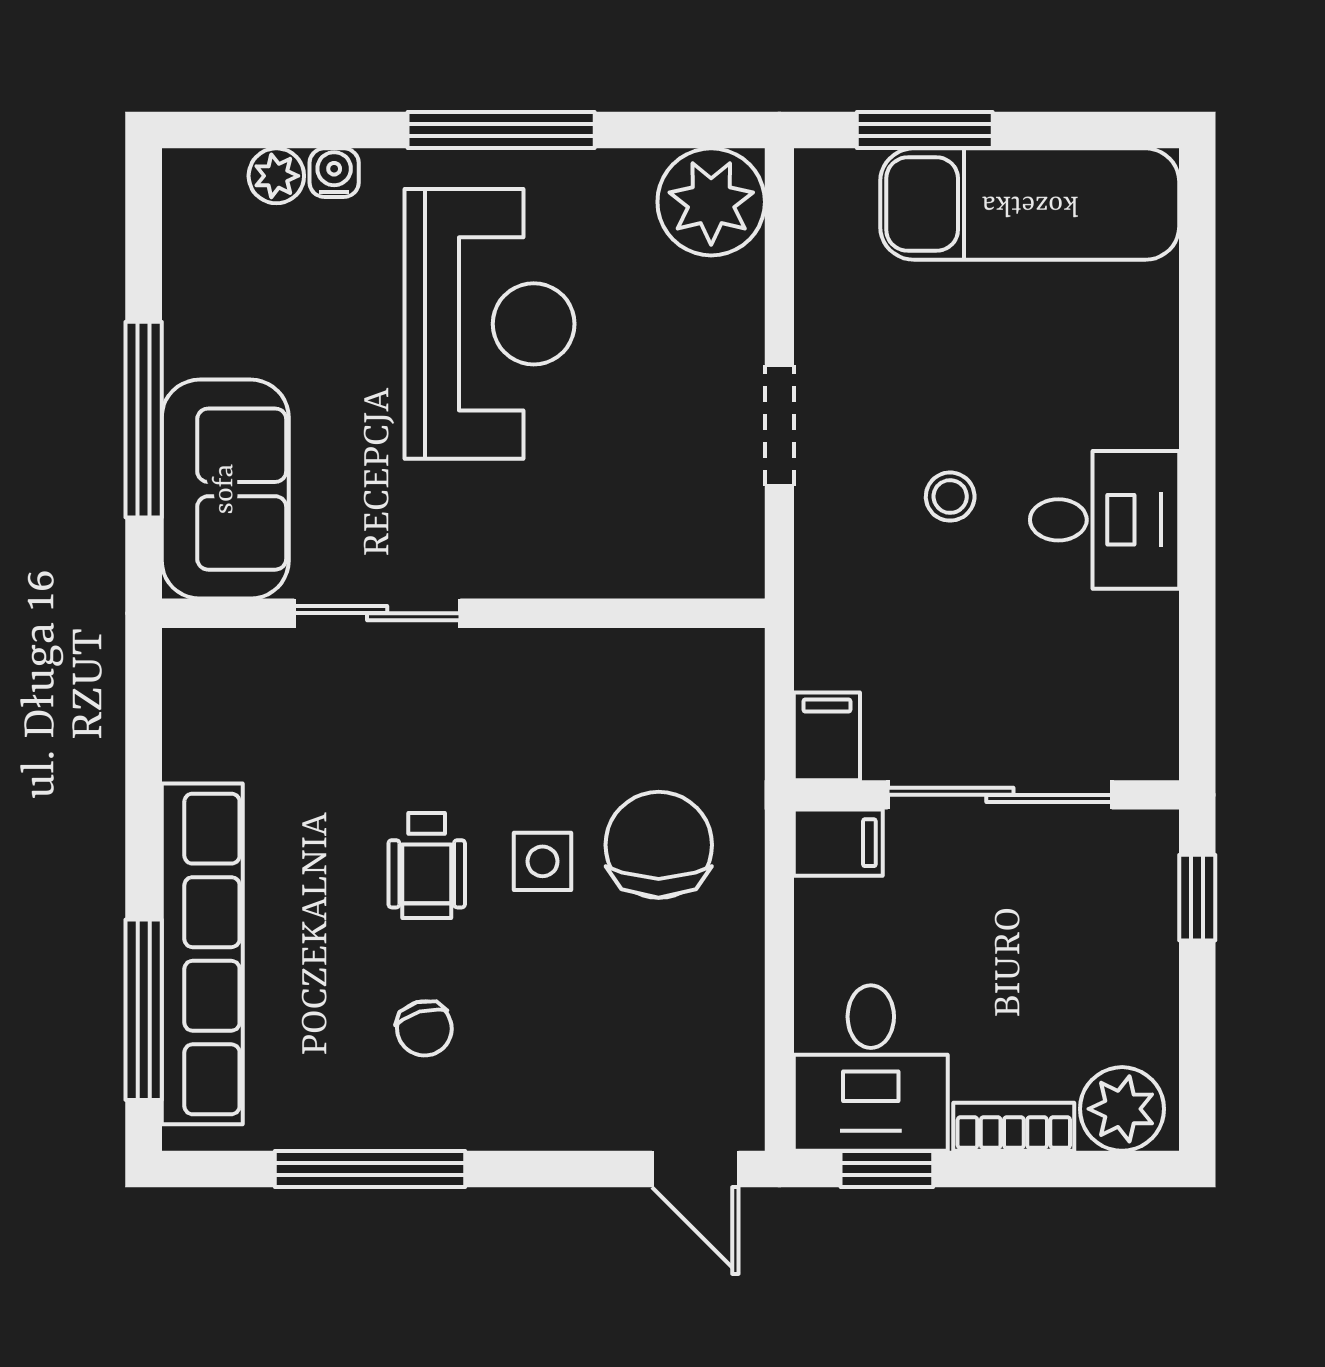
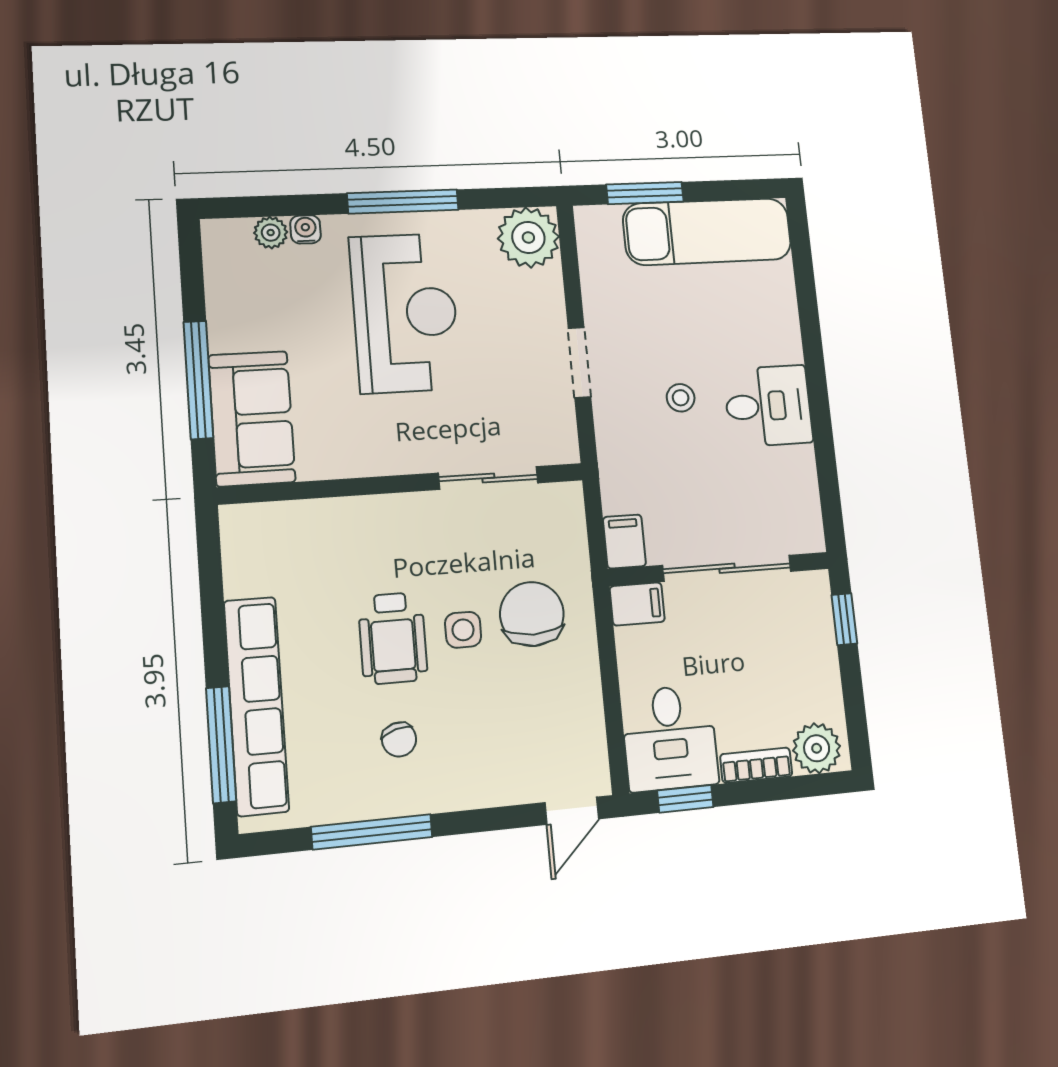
sliding door: (377, 613) -> (488, 478), moved
wheelchair: (427, 865) -> (393, 638), width x1.36, depth x1.37
door: (695, 1169) -> (572, 811), hinge flipped

